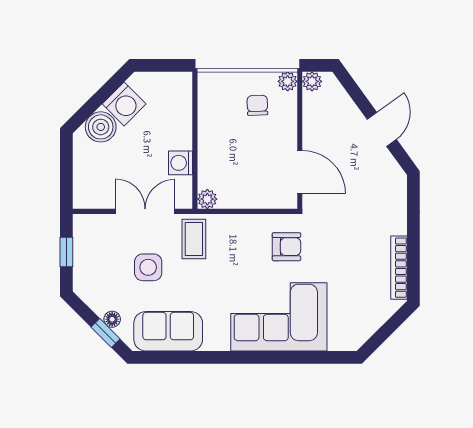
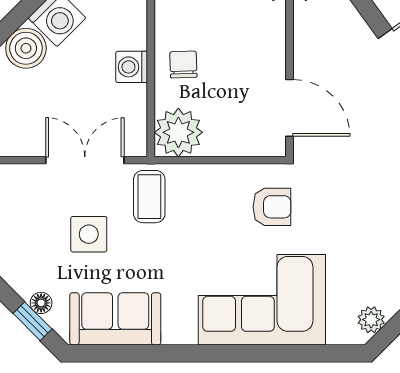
chair: (257, 105) -> (183, 65), moved
washing machine: (181, 163) -> (132, 67), moved
plant: (207, 199) -> (178, 132), width x1.88, depth x1.88
plant: (361, 332) -> (371, 320), added

